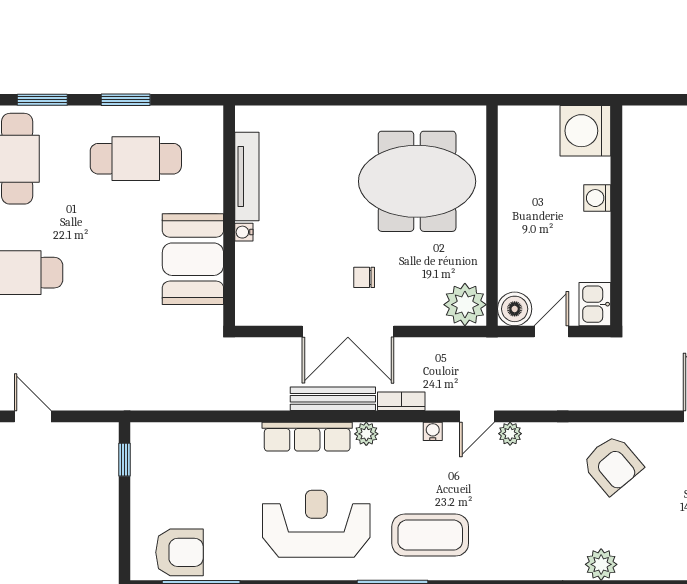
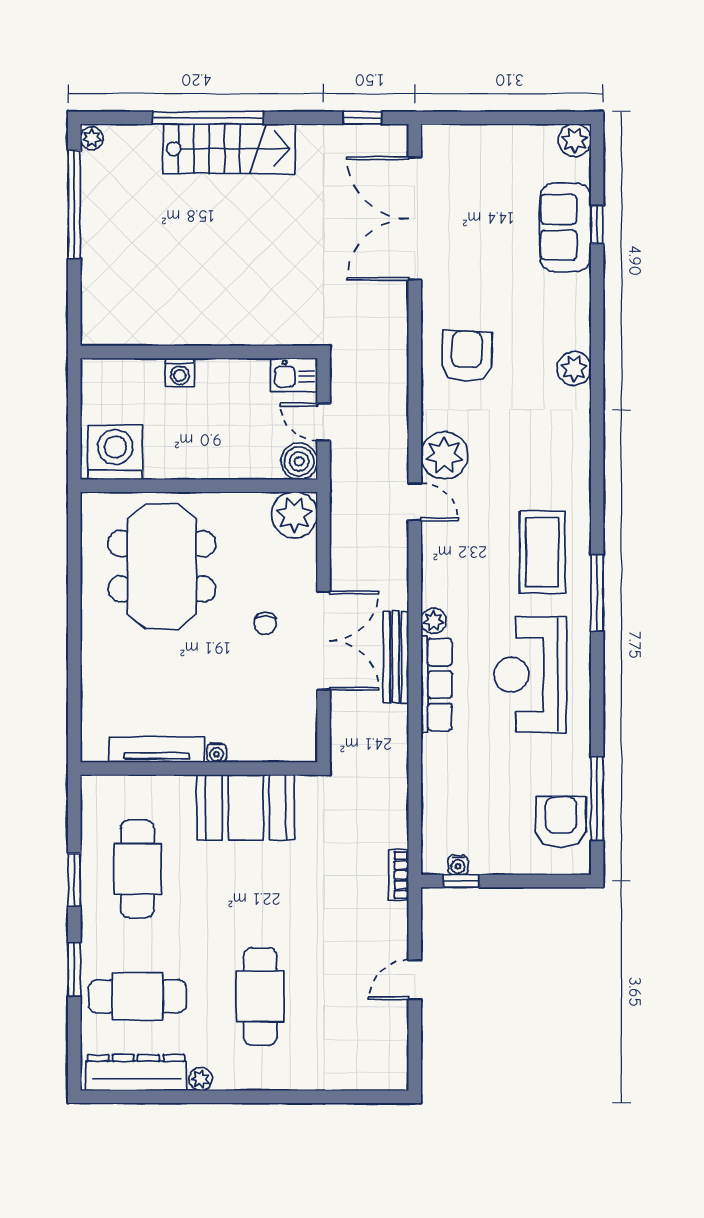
washing machine: (585, 131) -> (115, 452), moved, turned 180
bookcase: (401, 401) -> (398, 875), moved
water cooler: (433, 431) -> (458, 865), moved, turned -90
plant: (510, 434) -> (444, 455), width x1.87, depth x1.87
armchair: (612, 465) -> (467, 356), turned -48

